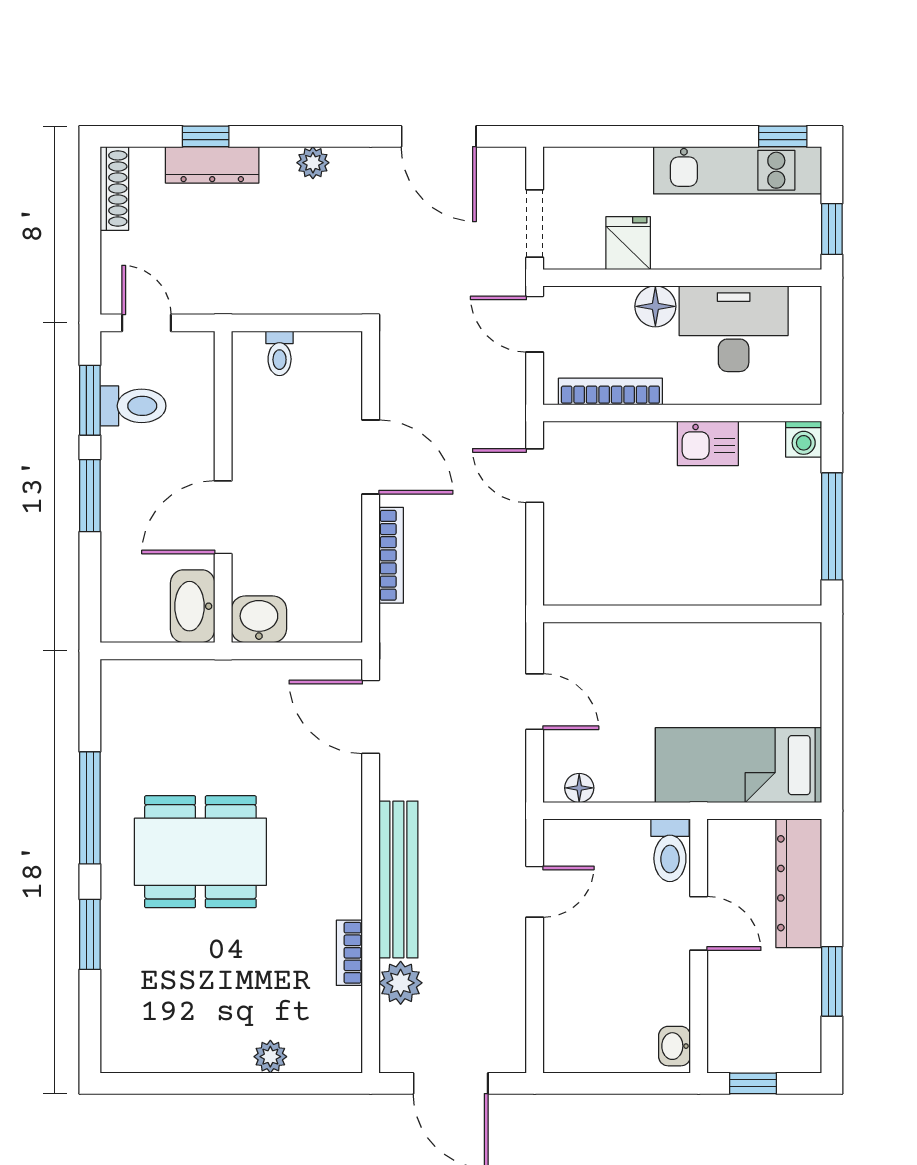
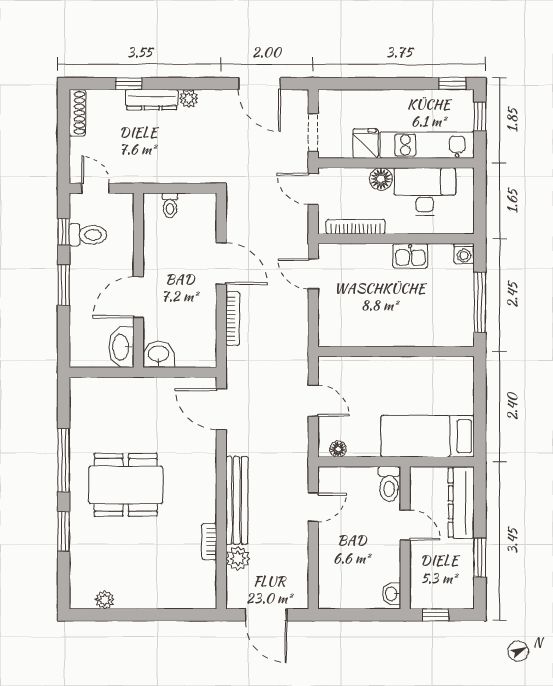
dresser: (212, 165) -> (152, 100), moved
kitchen unit: (738, 170) -> (427, 145), moved, turned 180
window: (832, 229) -> (480, 116), moved
window: (90, 400) -> (64, 232), width x0.67
plant: (270, 1057) -> (105, 600), moved

